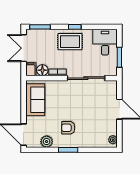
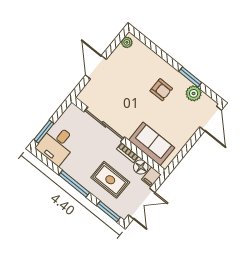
window: (75, 27) -> (74, 184), width x2.17
rug: (70, 42) -> (110, 180), moved
window: (119, 57) -> (44, 132), moved
sofa: (35, 100) -> (152, 144), moved, turned 90
window: (68, 150) -> (190, 77), moved

